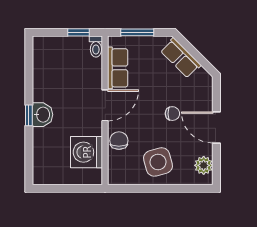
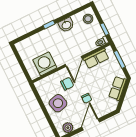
stool: (50, 50) -> (88, 19), added
door: (105, 105) -> (74, 61), hinge flipped
washbasin: (42, 115) -> (66, 25), moved
chair: (119, 141) -> (67, 84), moved

